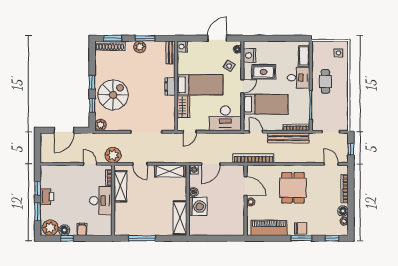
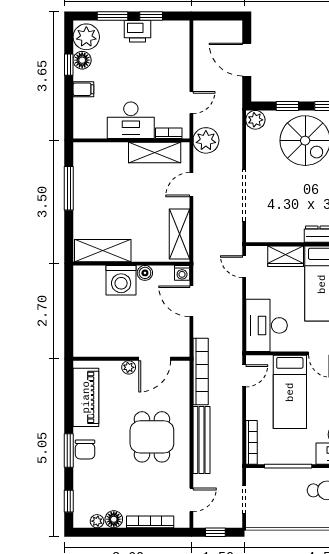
bench: (288, 138) -> (201, 440), moved
dining table: (293, 188) -> (152, 437), turned 90

